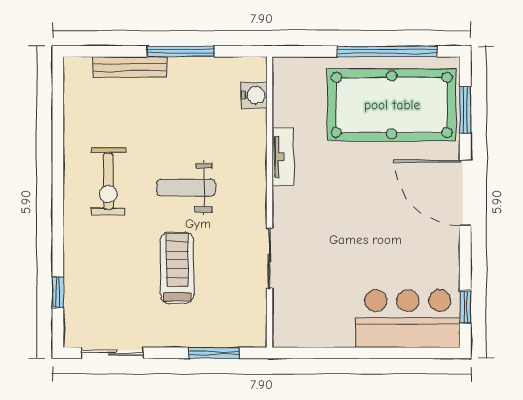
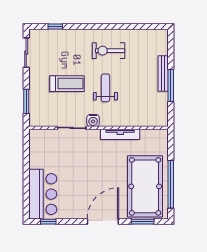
bench: (130, 67) -> (163, 74), moved
water cooler: (254, 95) -> (93, 120), moved
tv unit: (283, 157) -> (120, 134), width x1.41

